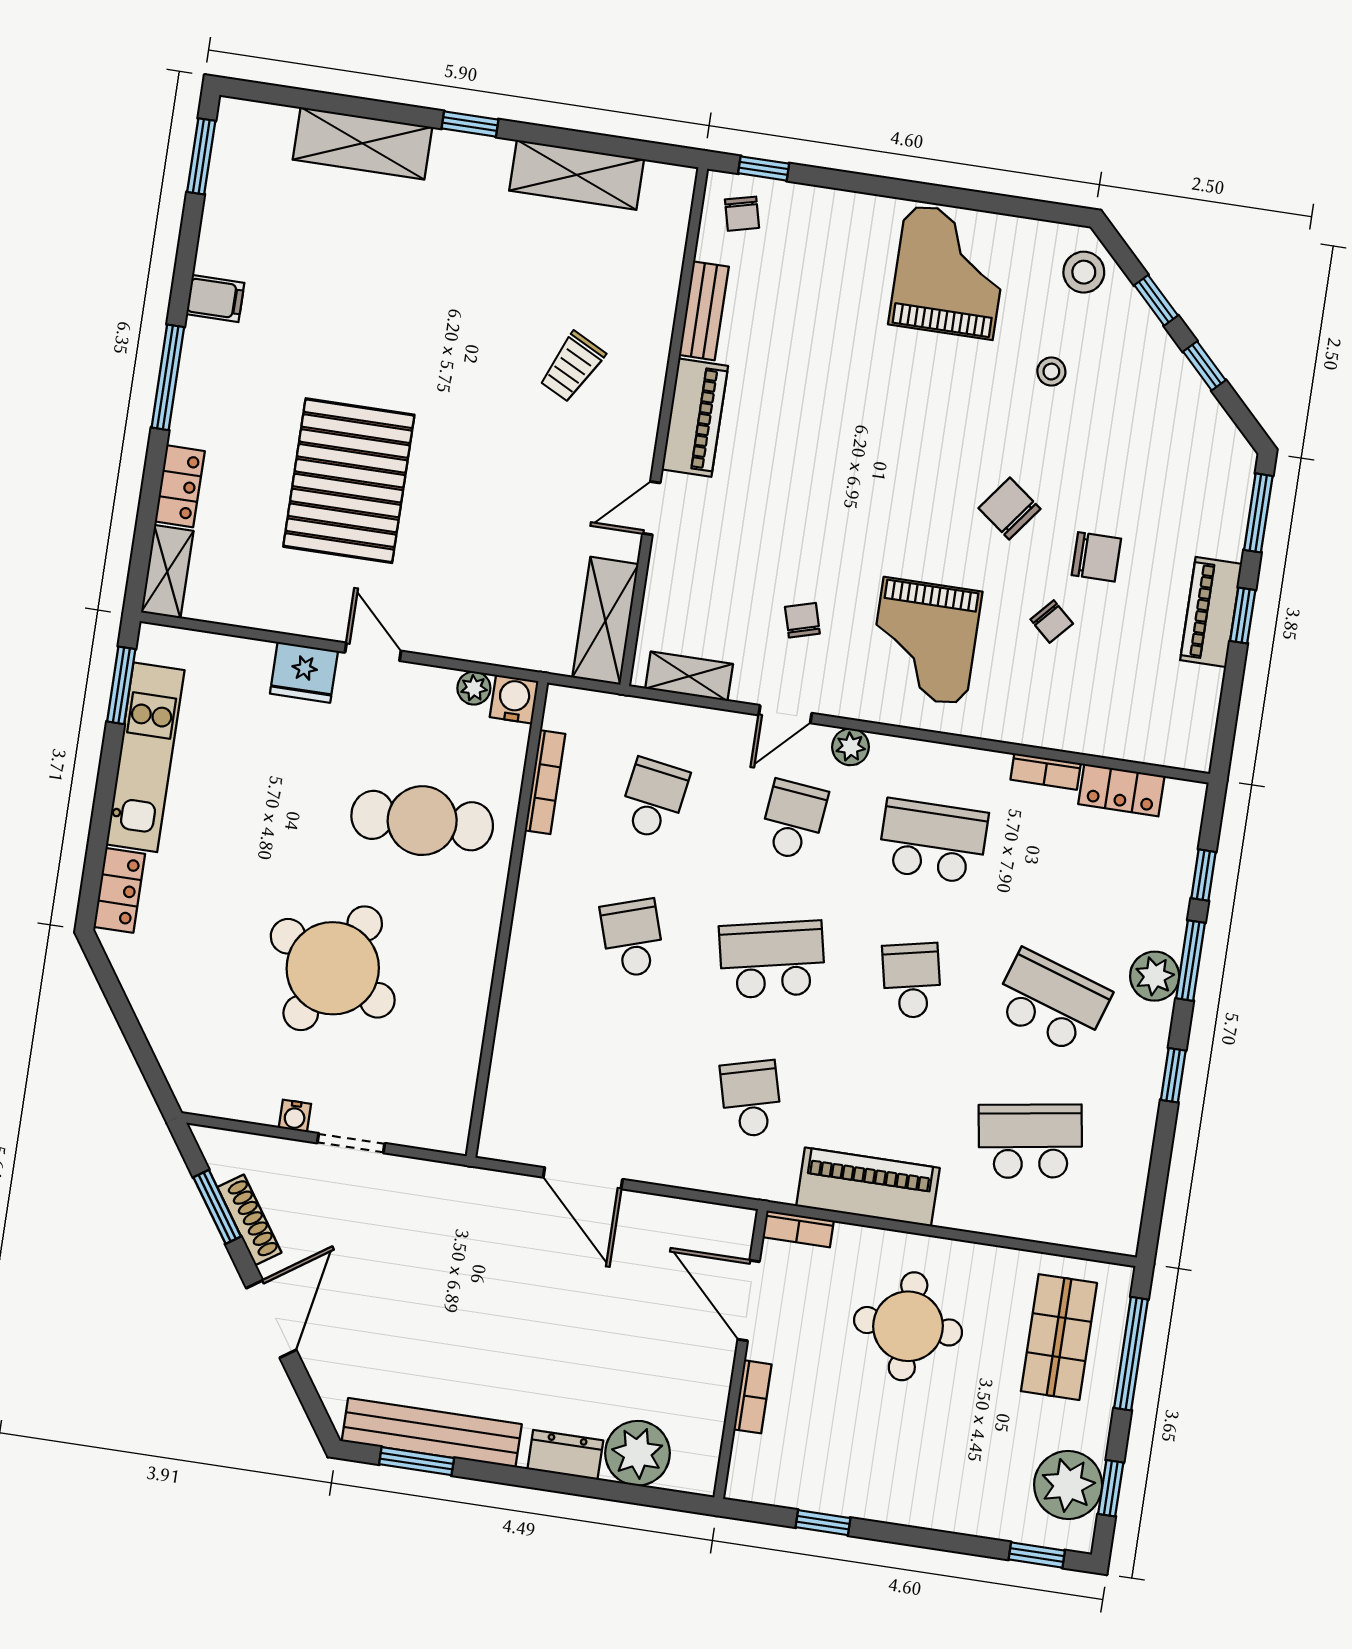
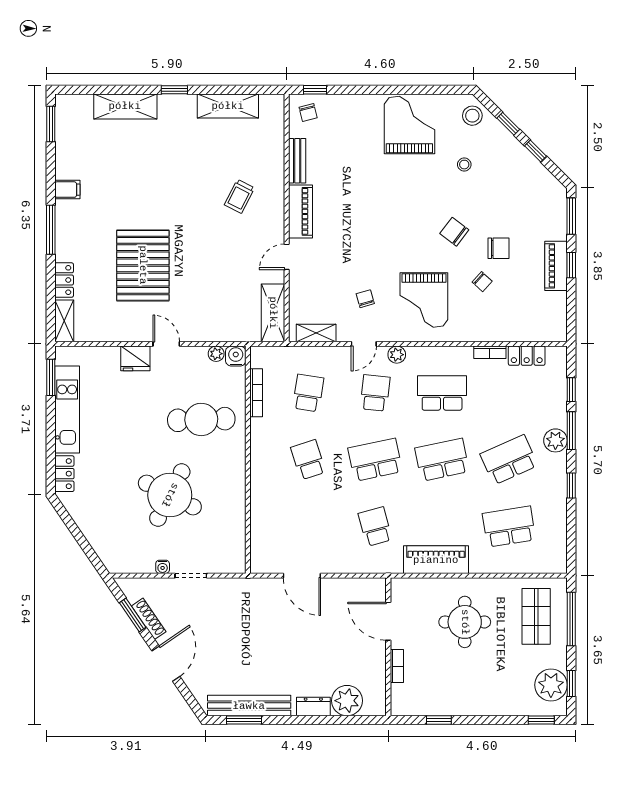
school desk: (912, 981) -> (442, 460), width x1.85
school desk: (1051, 1002) -> (509, 460), turned -42
bookcase: (798, 1229) -> (406, 584), removed

